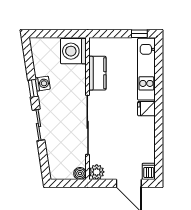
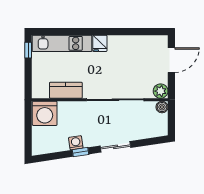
dishwasher: (149, 171) -> (160, 41), removed

